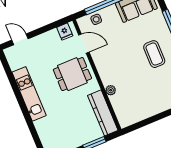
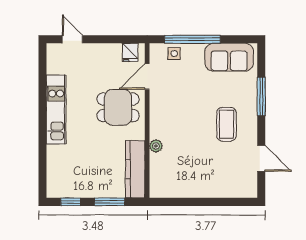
door: (84, 44) -> (147, 76), swing flipped

